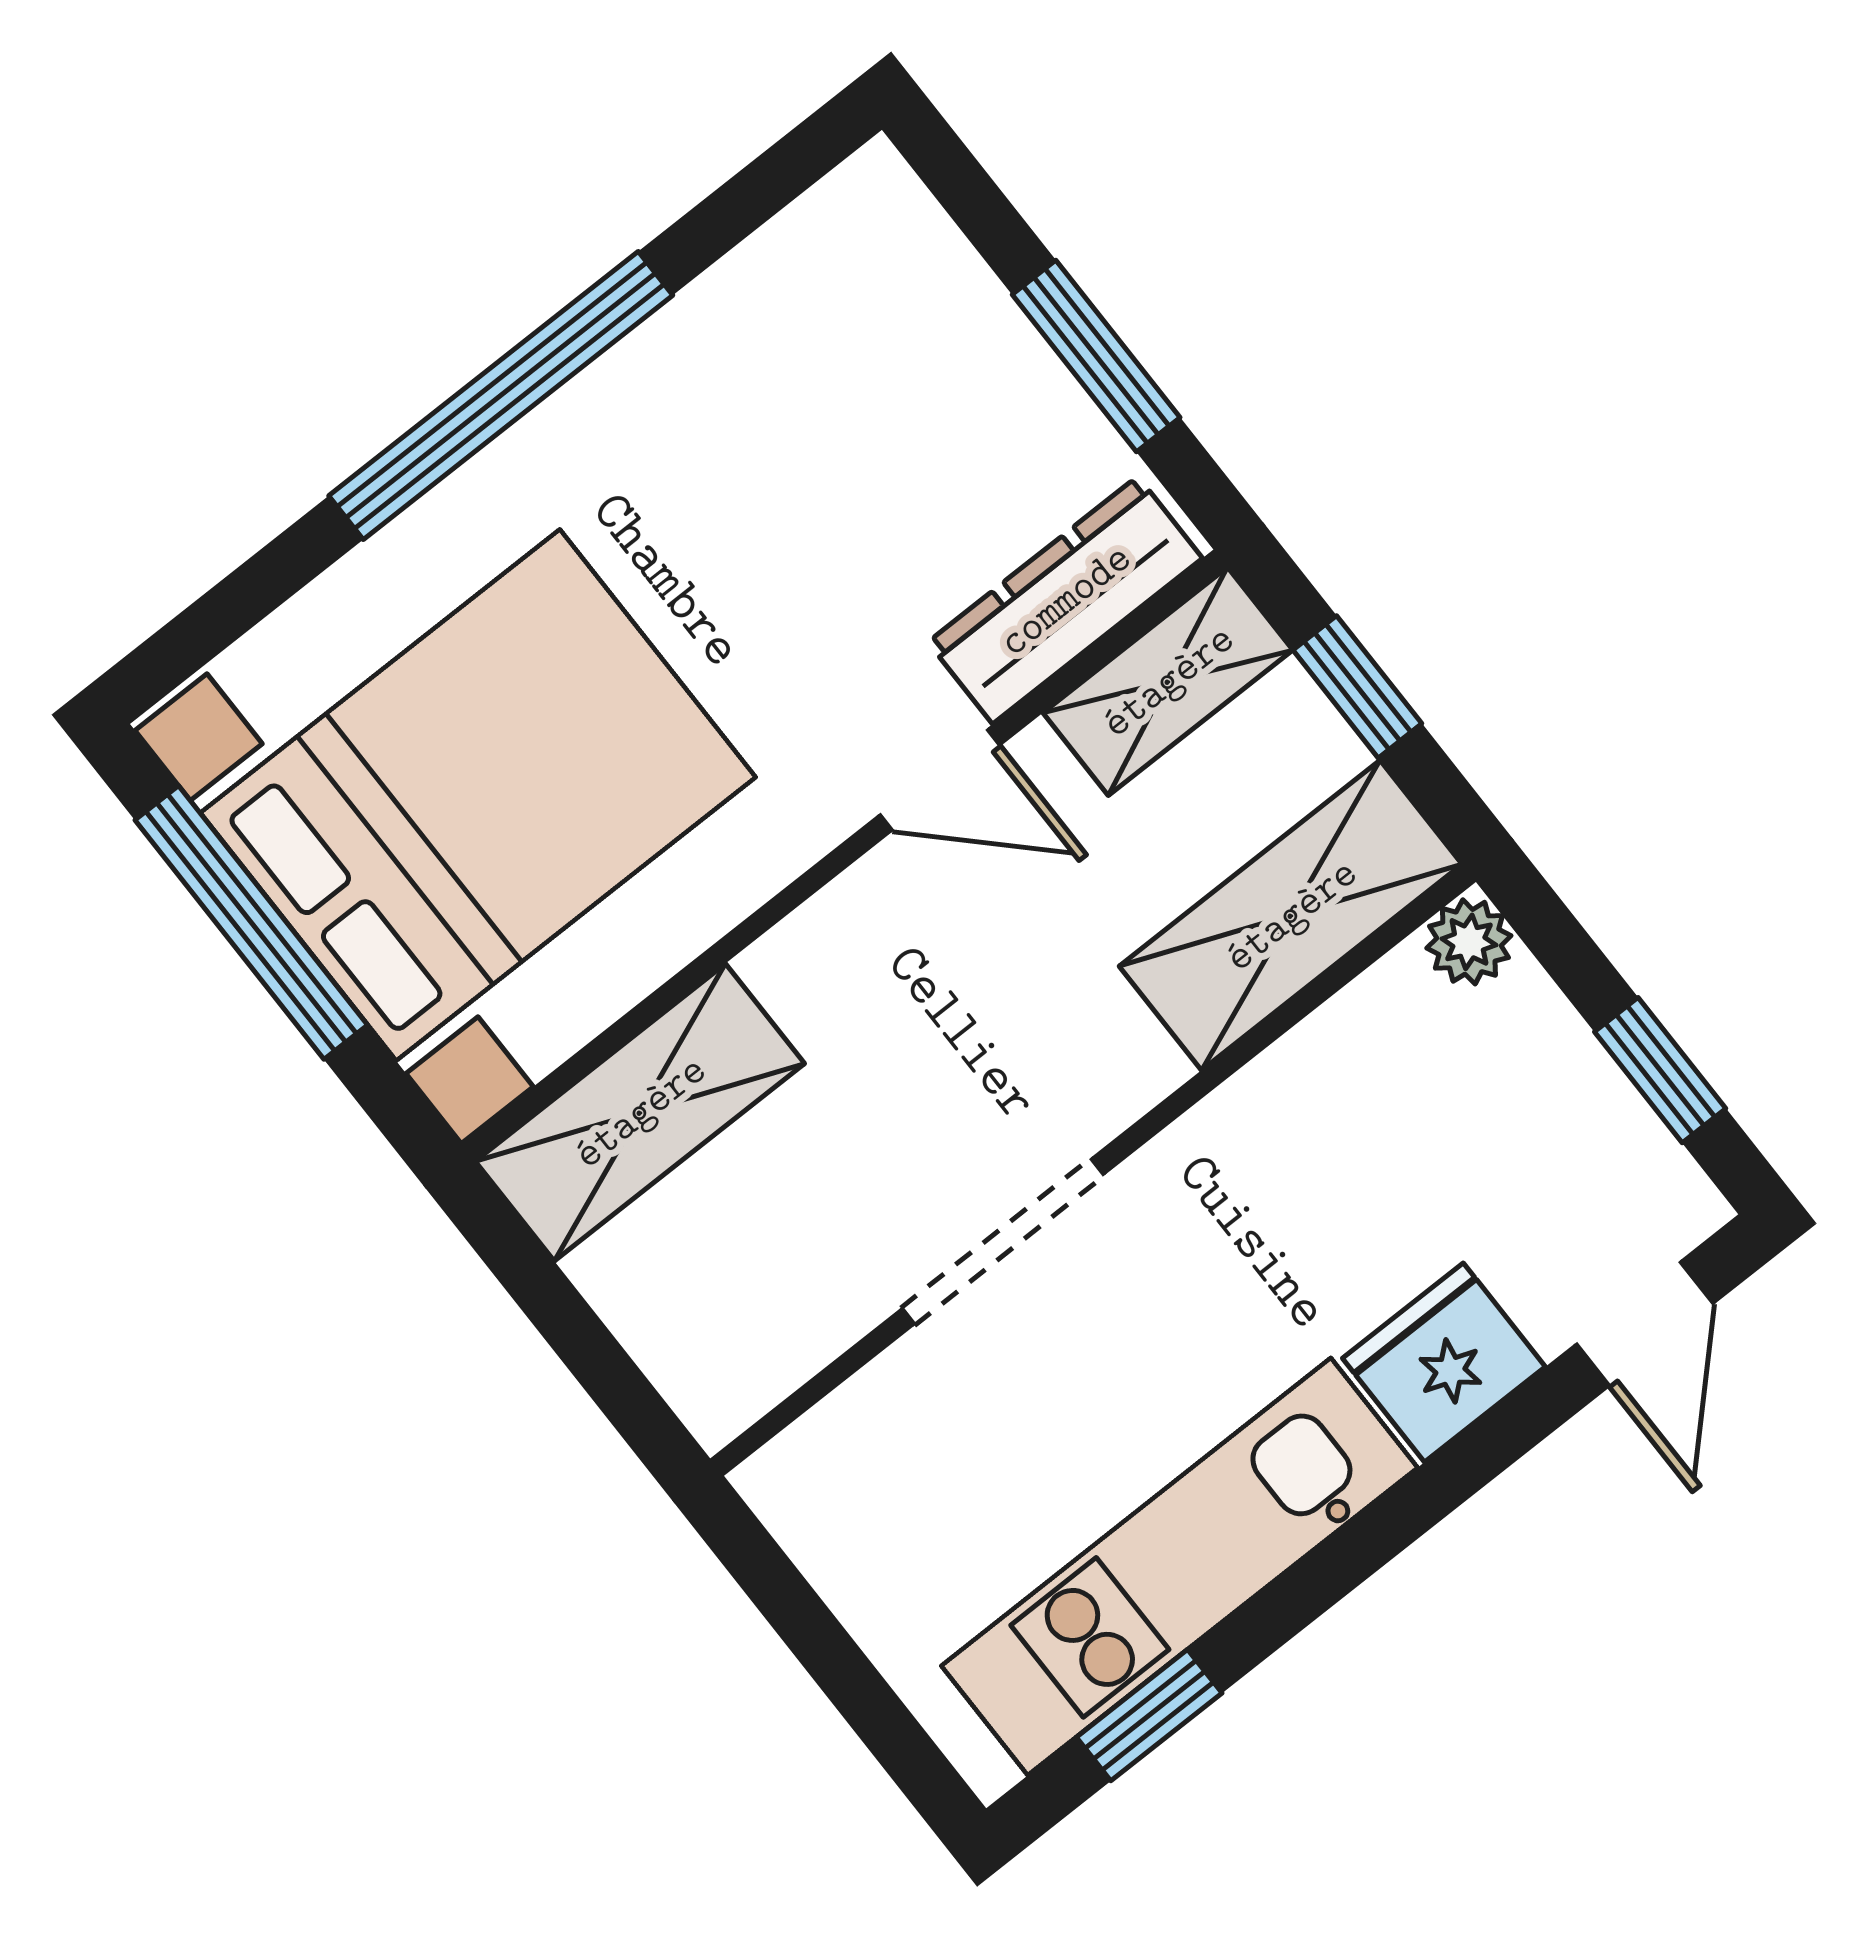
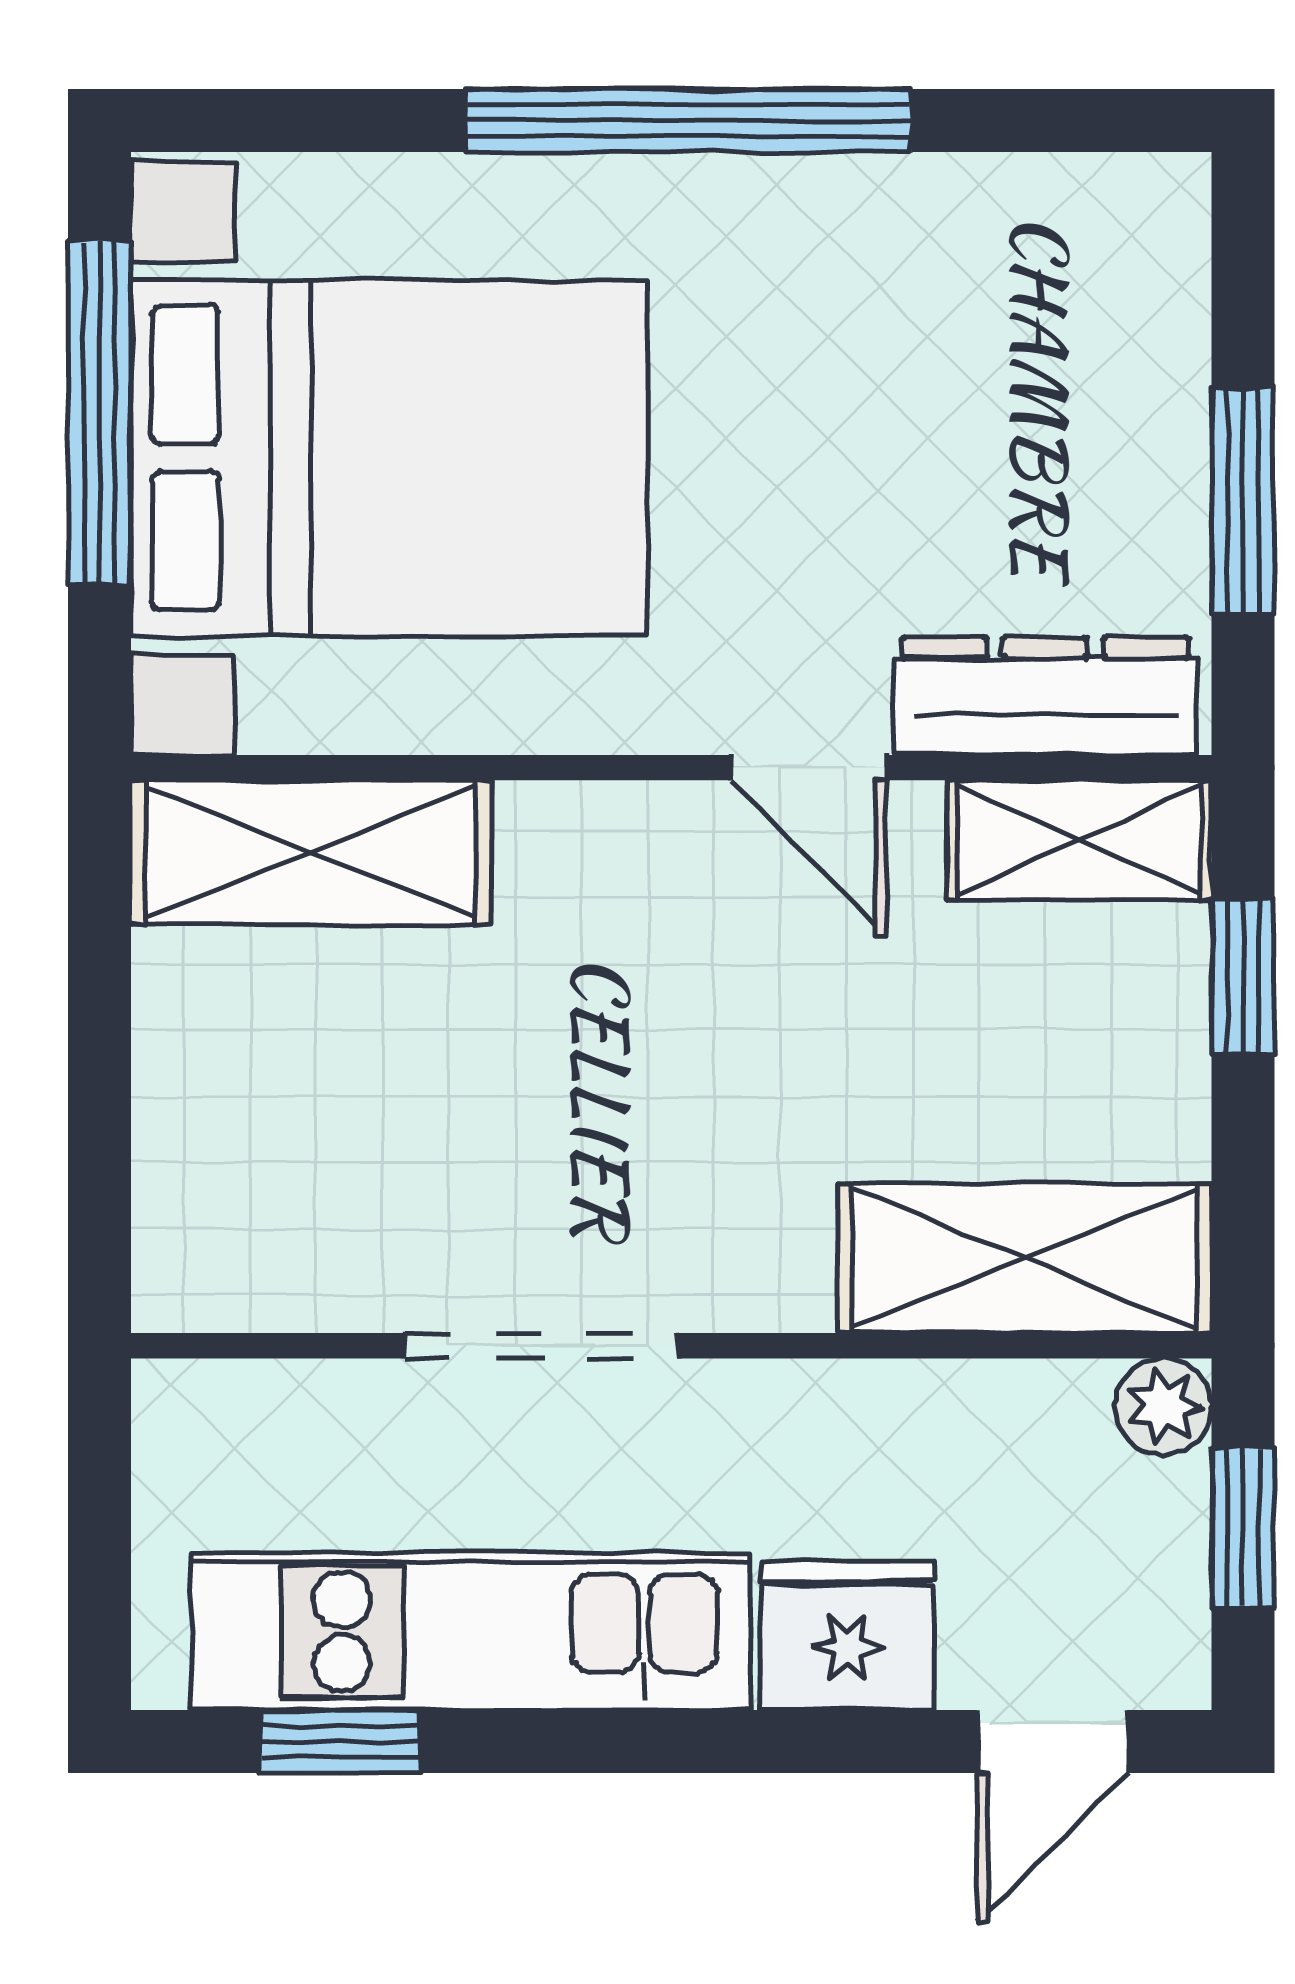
shelving: (1291, 915) -> (1024, 1258), moved
plant: (1469, 942) -> (1164, 1406), moved
wall: (1093, 1170) -> (671, 1346), moved
doorway: (1003, 1242) -> (542, 1346), moved

